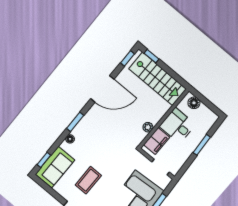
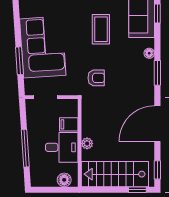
plant: (148, 127) -> (87, 143), moved
filing cabinet: (157, 141) -> (69, 124), width x0.50
window: (202, 145) -> (25, 148), width x1.44
armchair: (117, 152) -> (96, 78), added

